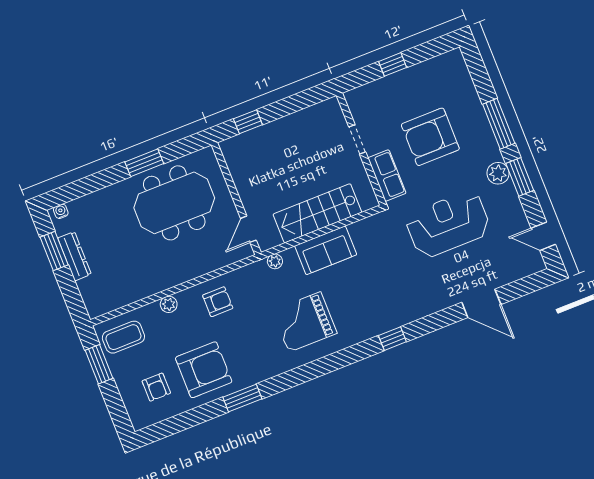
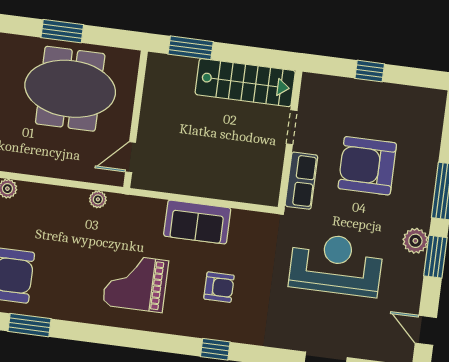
window: (248, 122) -> (191, 48), width x1.50
stairs: (317, 213) -> (245, 83), moved, turned 180
plant: (275, 261) -> (98, 199), moved
armchair: (218, 302) -> (219, 287), moved

